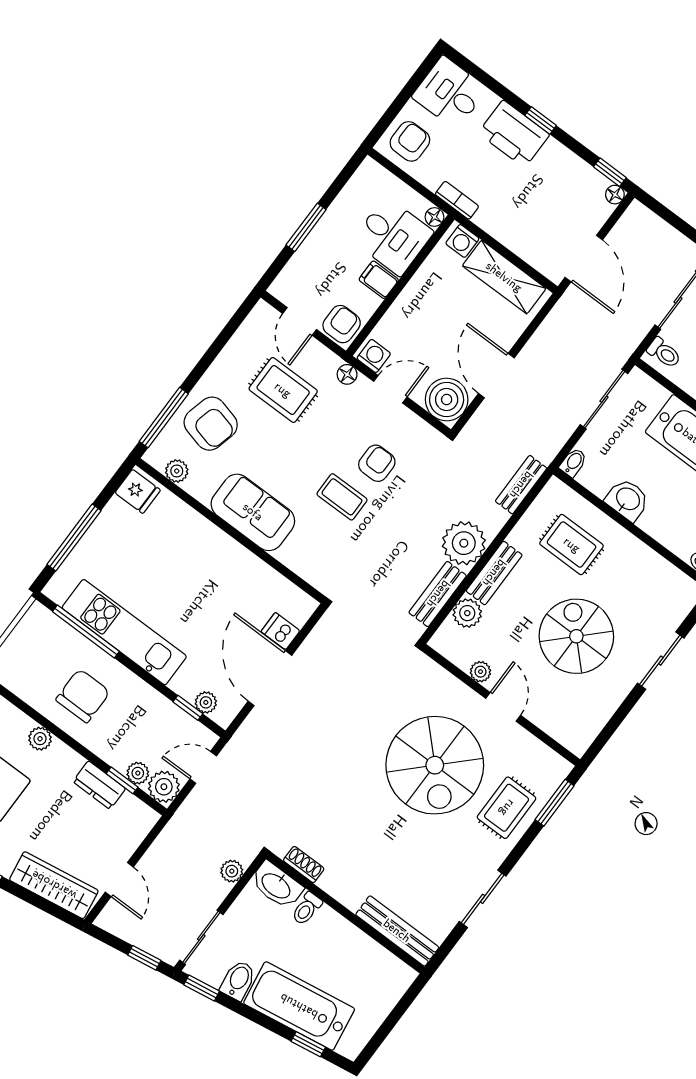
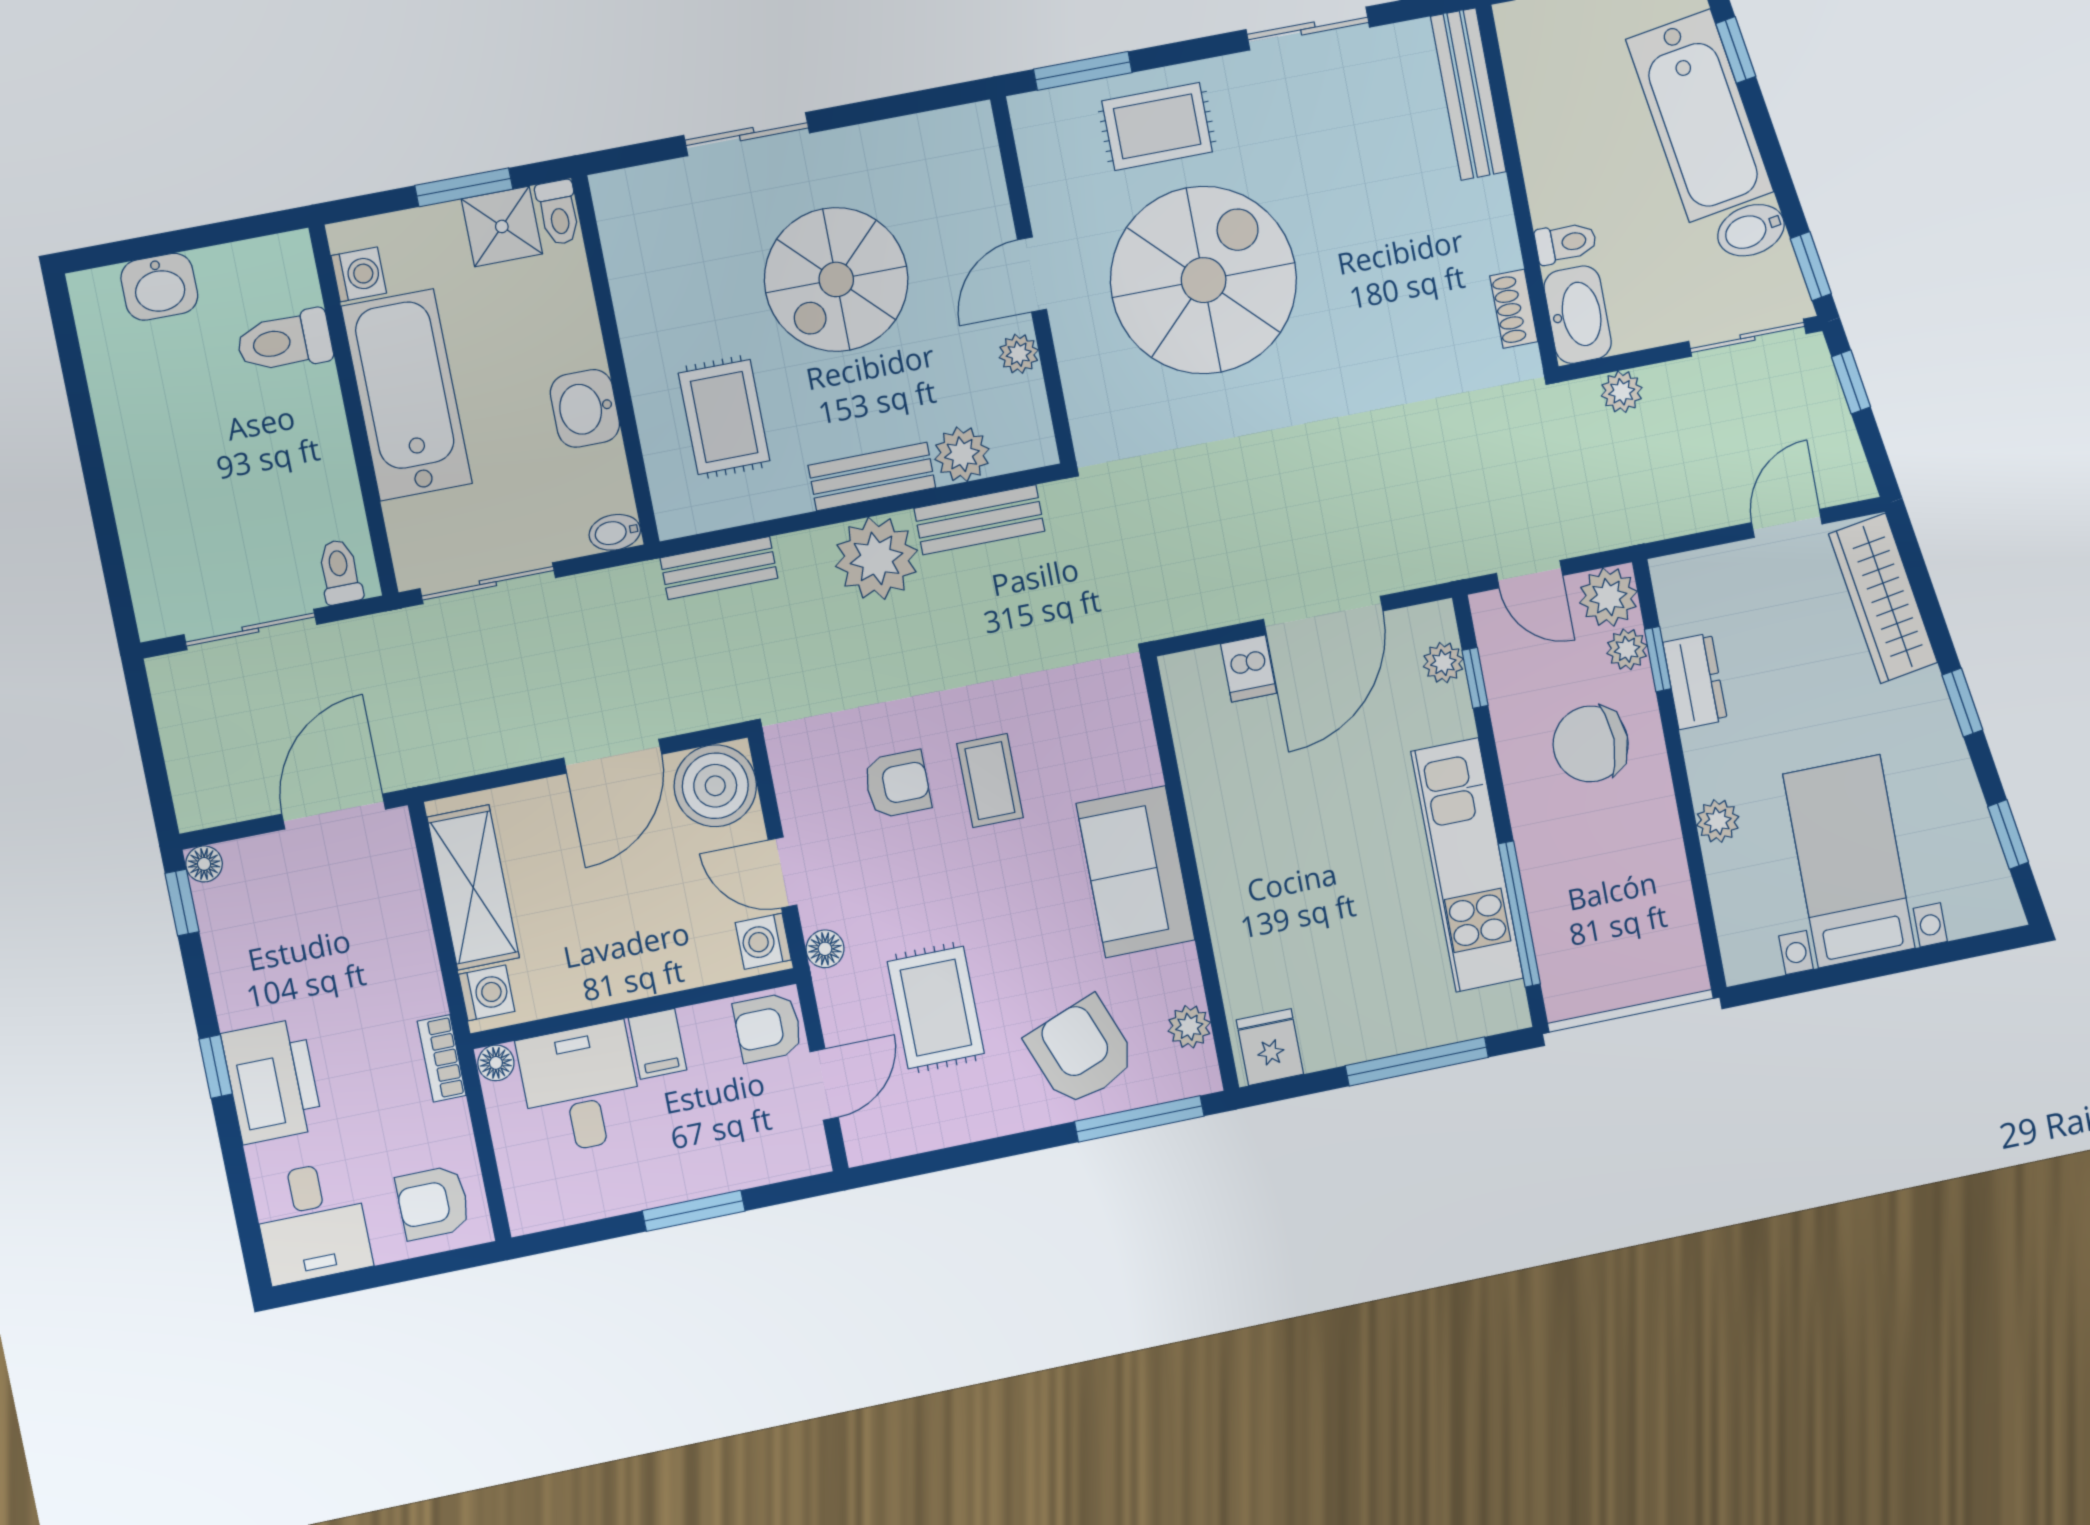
armchair: (211, 424) -> (1081, 1051), turned -35
armchair: (377, 463) -> (897, 784), turned 180
chair: (83, 696) -> (1591, 744), moved

